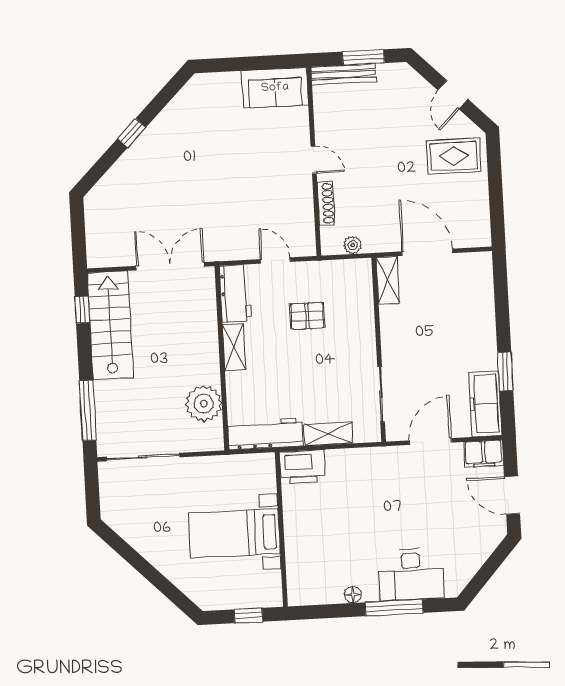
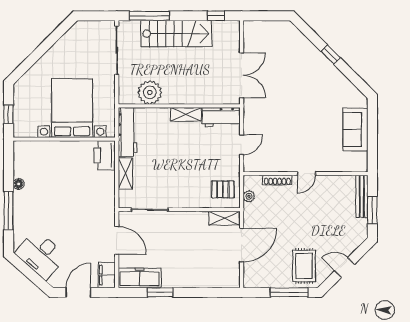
sofa: (275, 88) -> (355, 130), moved
window: (495, 176) -> (289, 292), added
pallet: (307, 316) -> (223, 189), moved, turned 90
stairs: (110, 325) -> (176, 34), moved
bed with nightstands: (234, 533) -> (72, 108), width x1.36
desk: (411, 574) -> (41, 255), moved, turned -49

